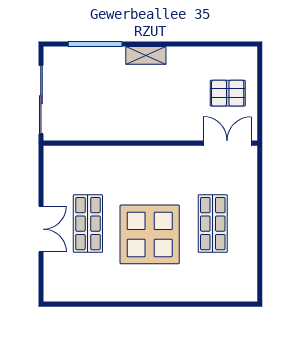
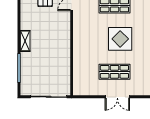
double door: (41, 229) -> (117, 97), swing flipped
display table: (150, 234) -> (120, 39), width x0.73, depth x0.73

